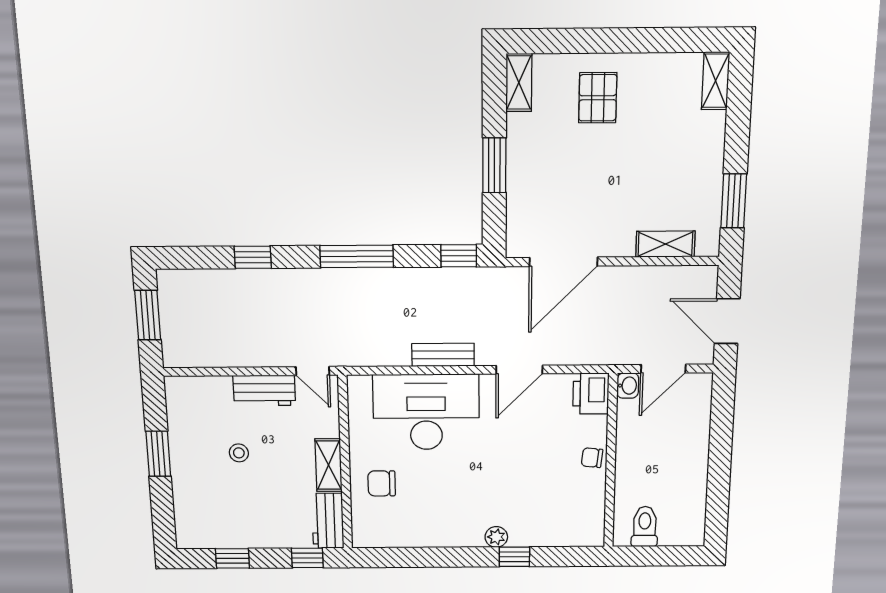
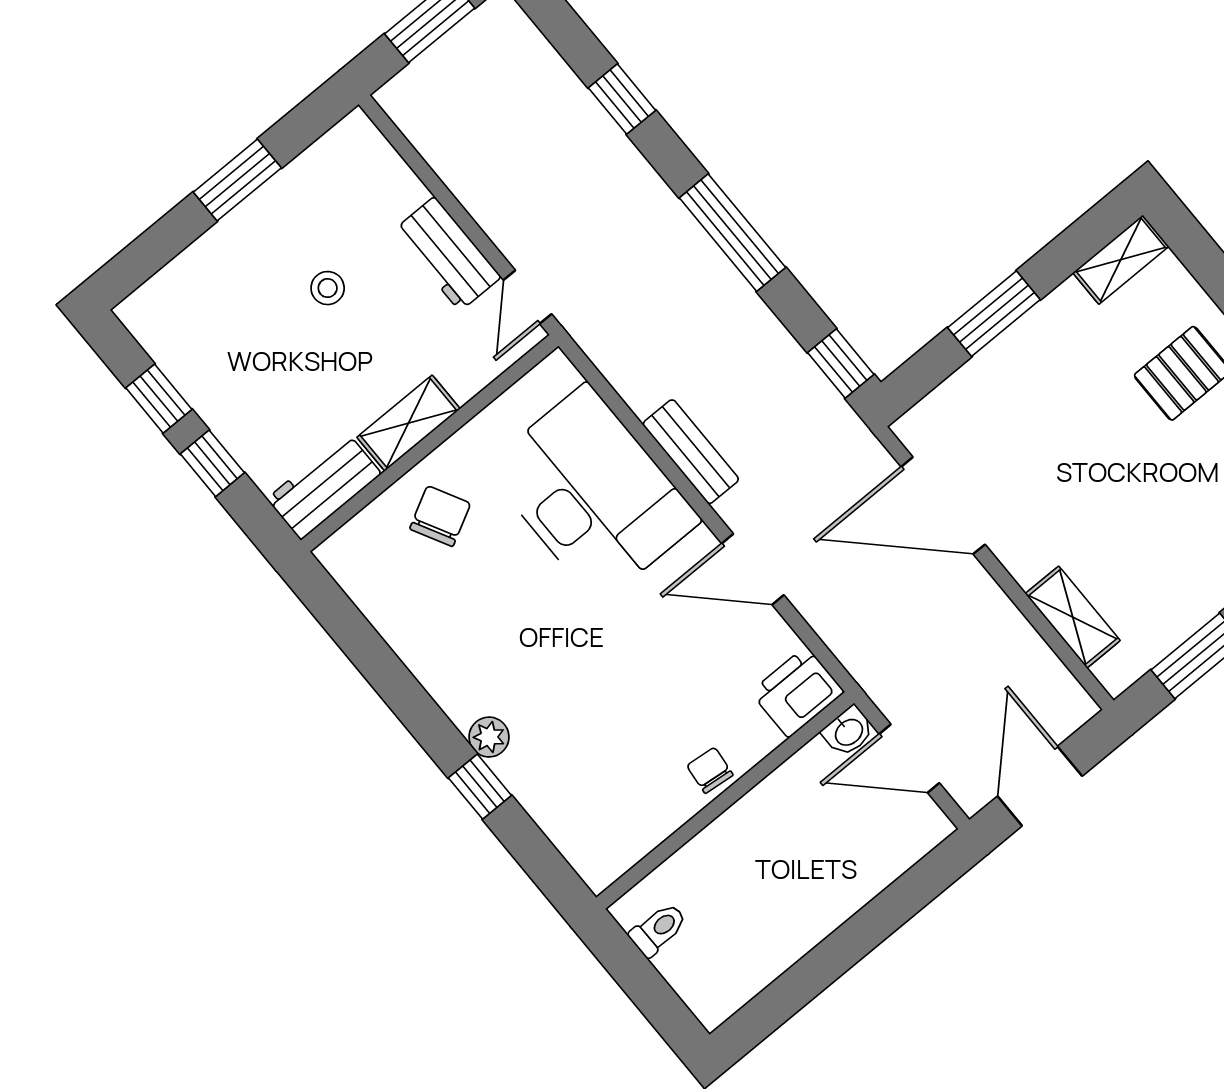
chair: (382, 483) -> (440, 516), turned 62
toilet: (645, 527) -> (658, 930), width x0.73, depth x0.72
window: (307, 558) -> (212, 463), moved

